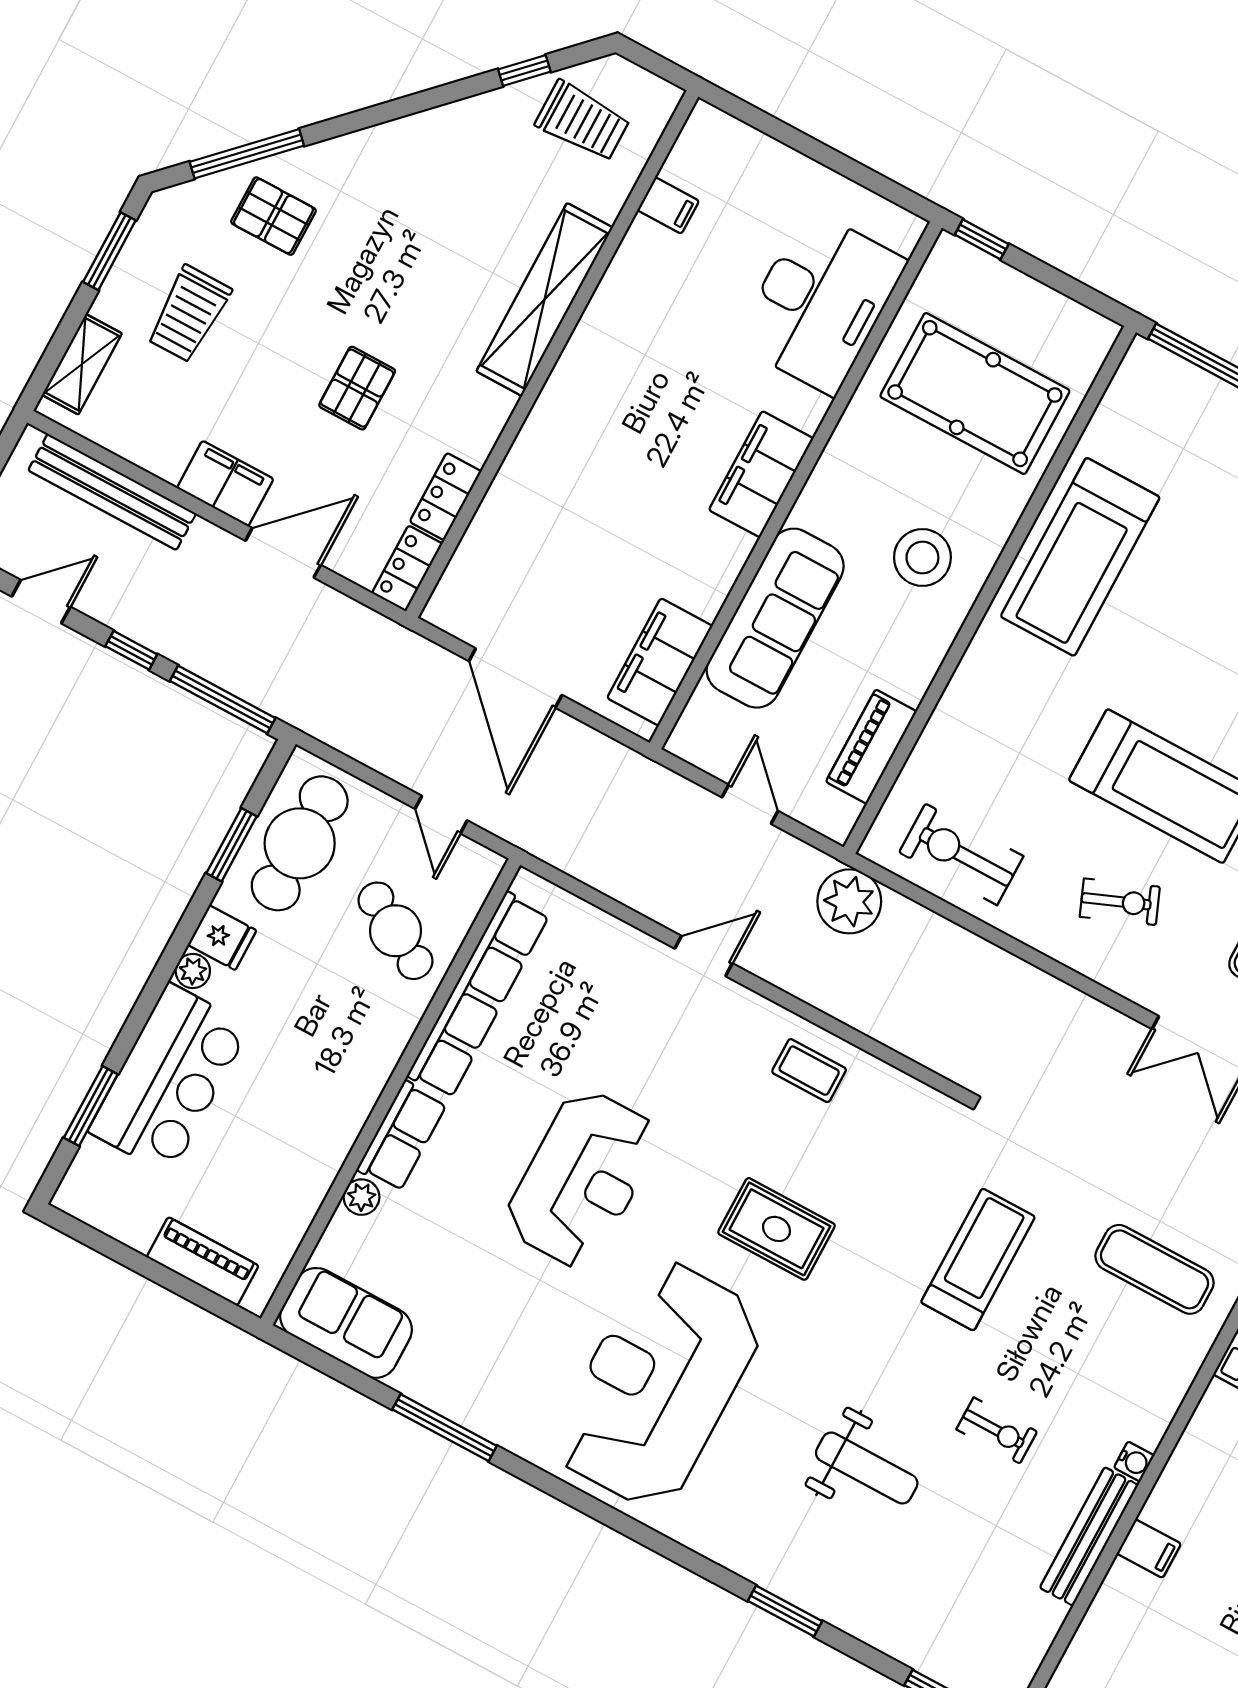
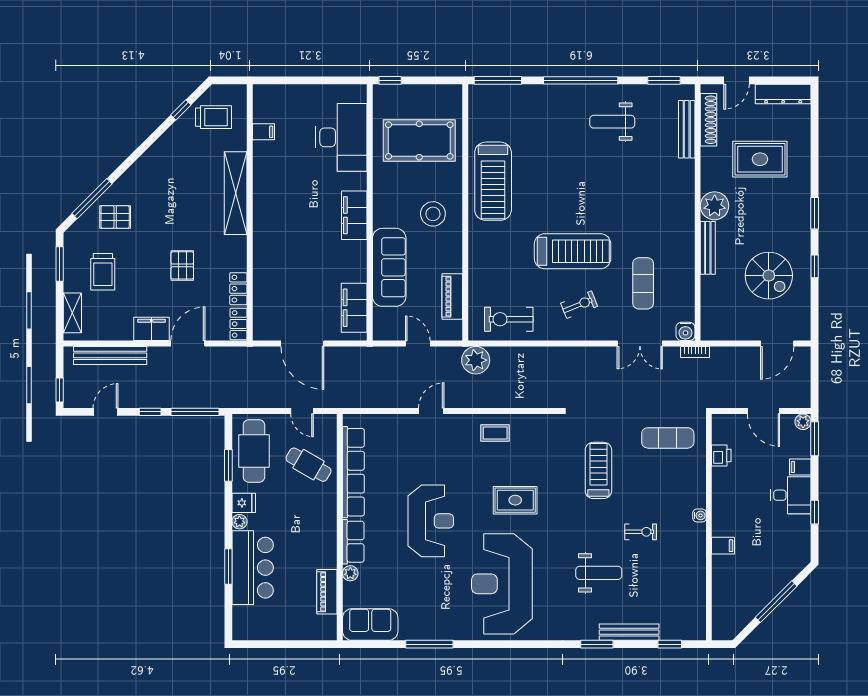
window: (91, 1106) -> (228, 567), moved
piano: (203, 1261) -> (327, 592), moved, turned -90
bench: (1089, 1536) -> (629, 632), moved, turned 90

